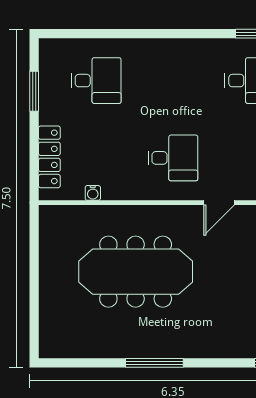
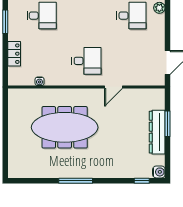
locker: (49, 157) -> (14, 54), width x0.66

